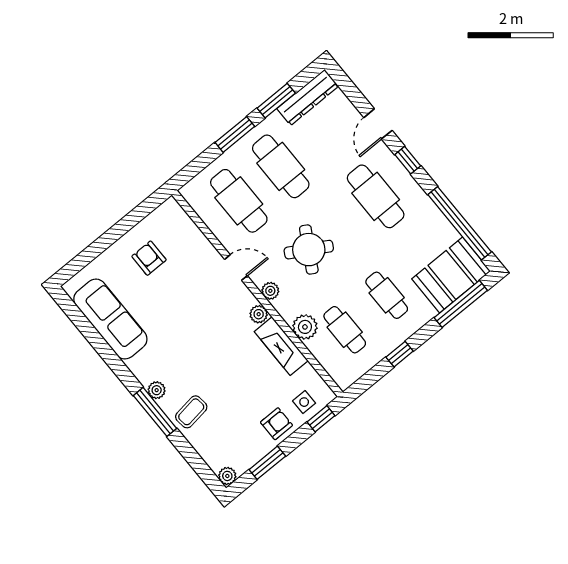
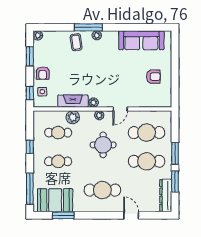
window: (408, 160) -> (106, 215), removed
window: (460, 223) -> (63, 215), width x0.47
round table: (309, 250) -> (103, 145), turned -30
booth: (451, 275) -> (55, 200), moved, turned 90

